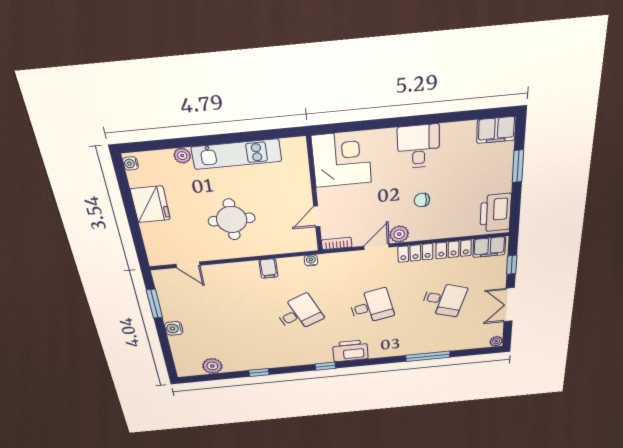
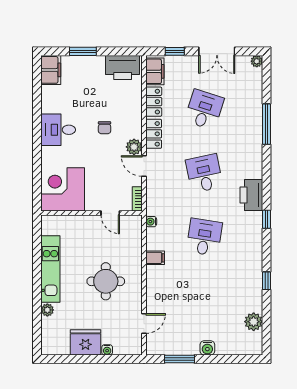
water cooler: (131, 163) -> (107, 350), moved
desk: (299, 313) -> (204, 237), turned 33

